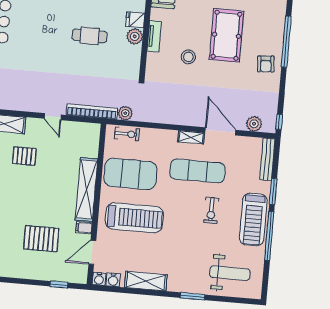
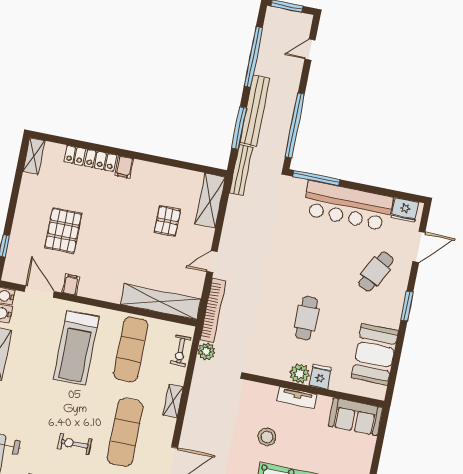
shelving: (191, 137) -> (173, 401), moved
exercise mat: (130, 174) -> (131, 349), width x0.68
shelving: (86, 189) -> (161, 302), moved

